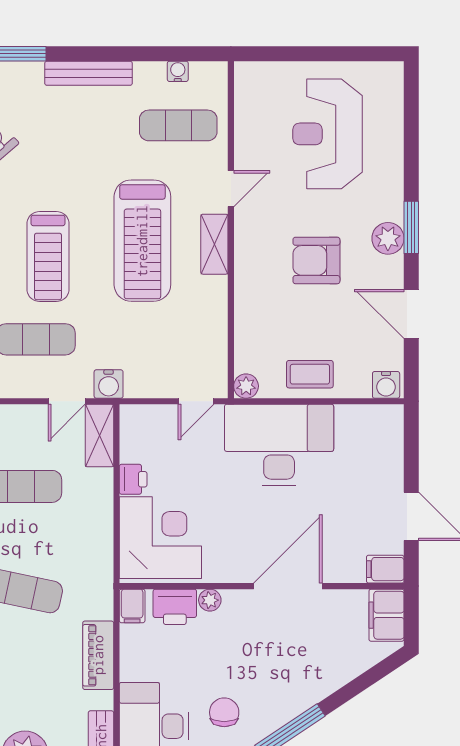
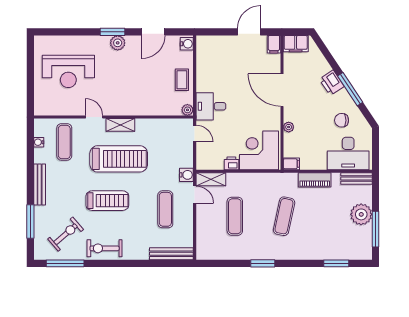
treadmill: (48, 257) -> (107, 201), moved
armchair: (316, 260) -> (128, 77), removed
desk: (279, 445) -> (211, 106), width x0.53, depth x0.77
printer: (175, 607) -> (332, 83), moved, turned 146

